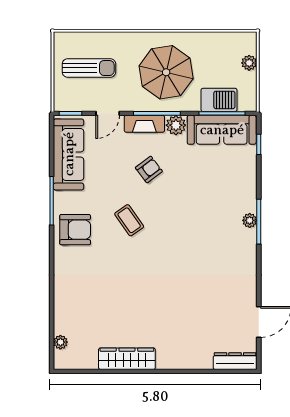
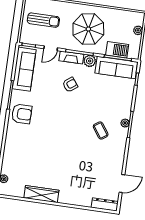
coffee table: (129, 220) -> (101, 130), moved

